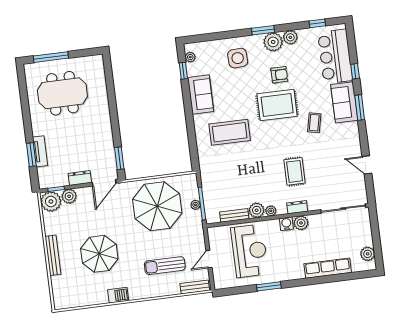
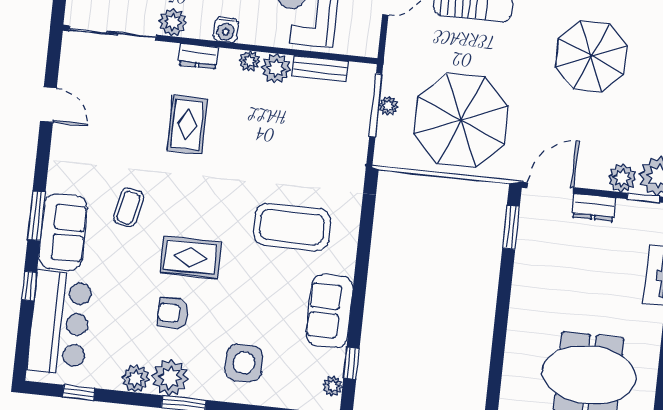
rug: (277, 105) -> (191, 257), width x0.73, depth x0.70
plant: (301, 223) -> (173, 22), moved

